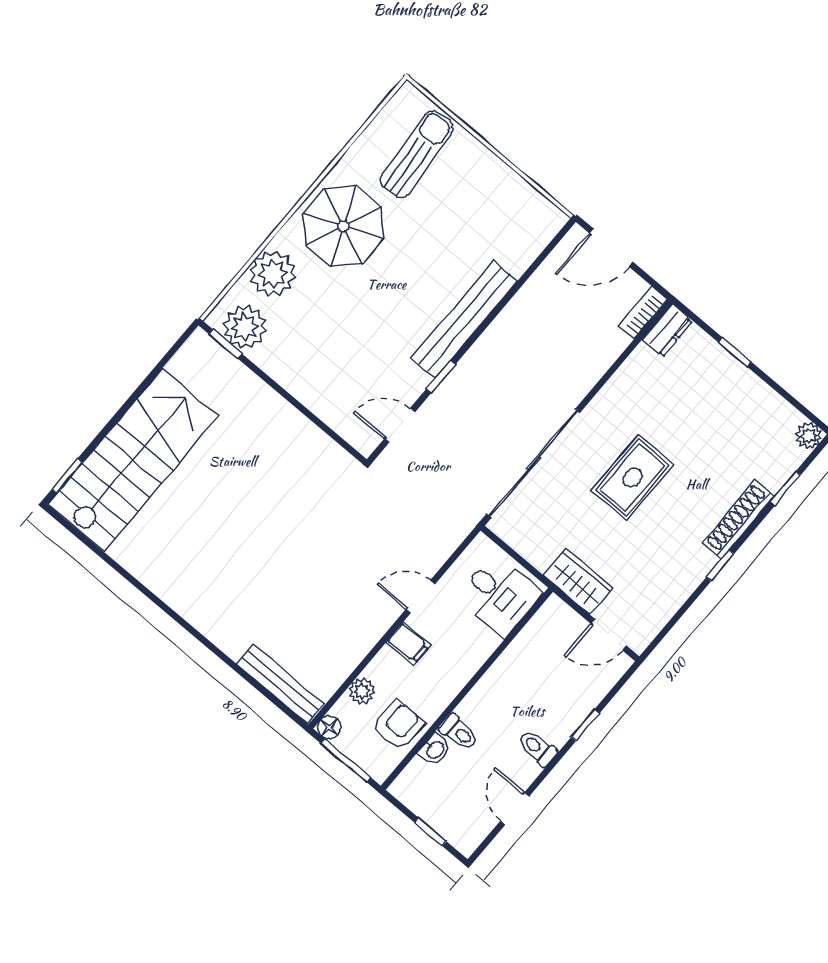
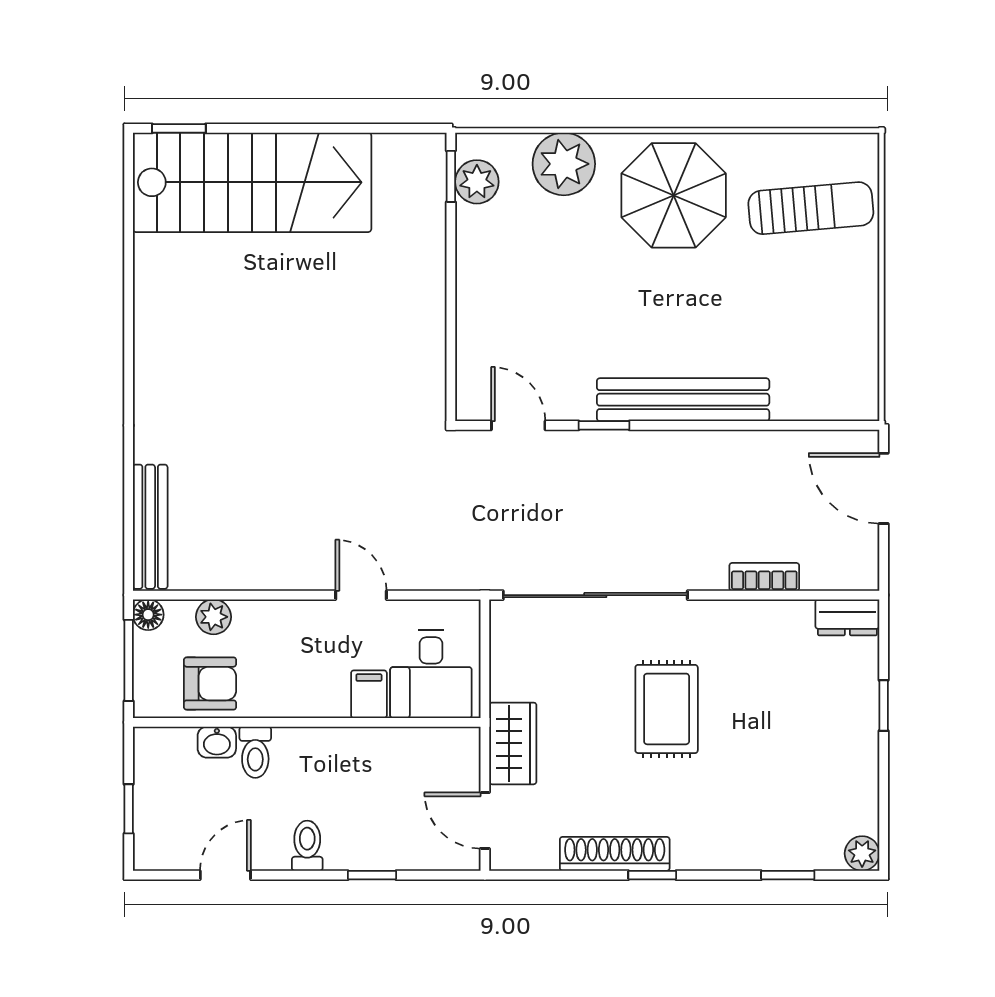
bookcase: (643, 313) -> (764, 577), moved
plant: (245, 327) -> (477, 182), width x0.73, depth x0.73
rug: (632, 477) -> (667, 709), turned 90
shoe rack: (738, 519) -> (615, 854), moved
filing cabinet: (408, 643) -> (369, 694), moved, turned 180

